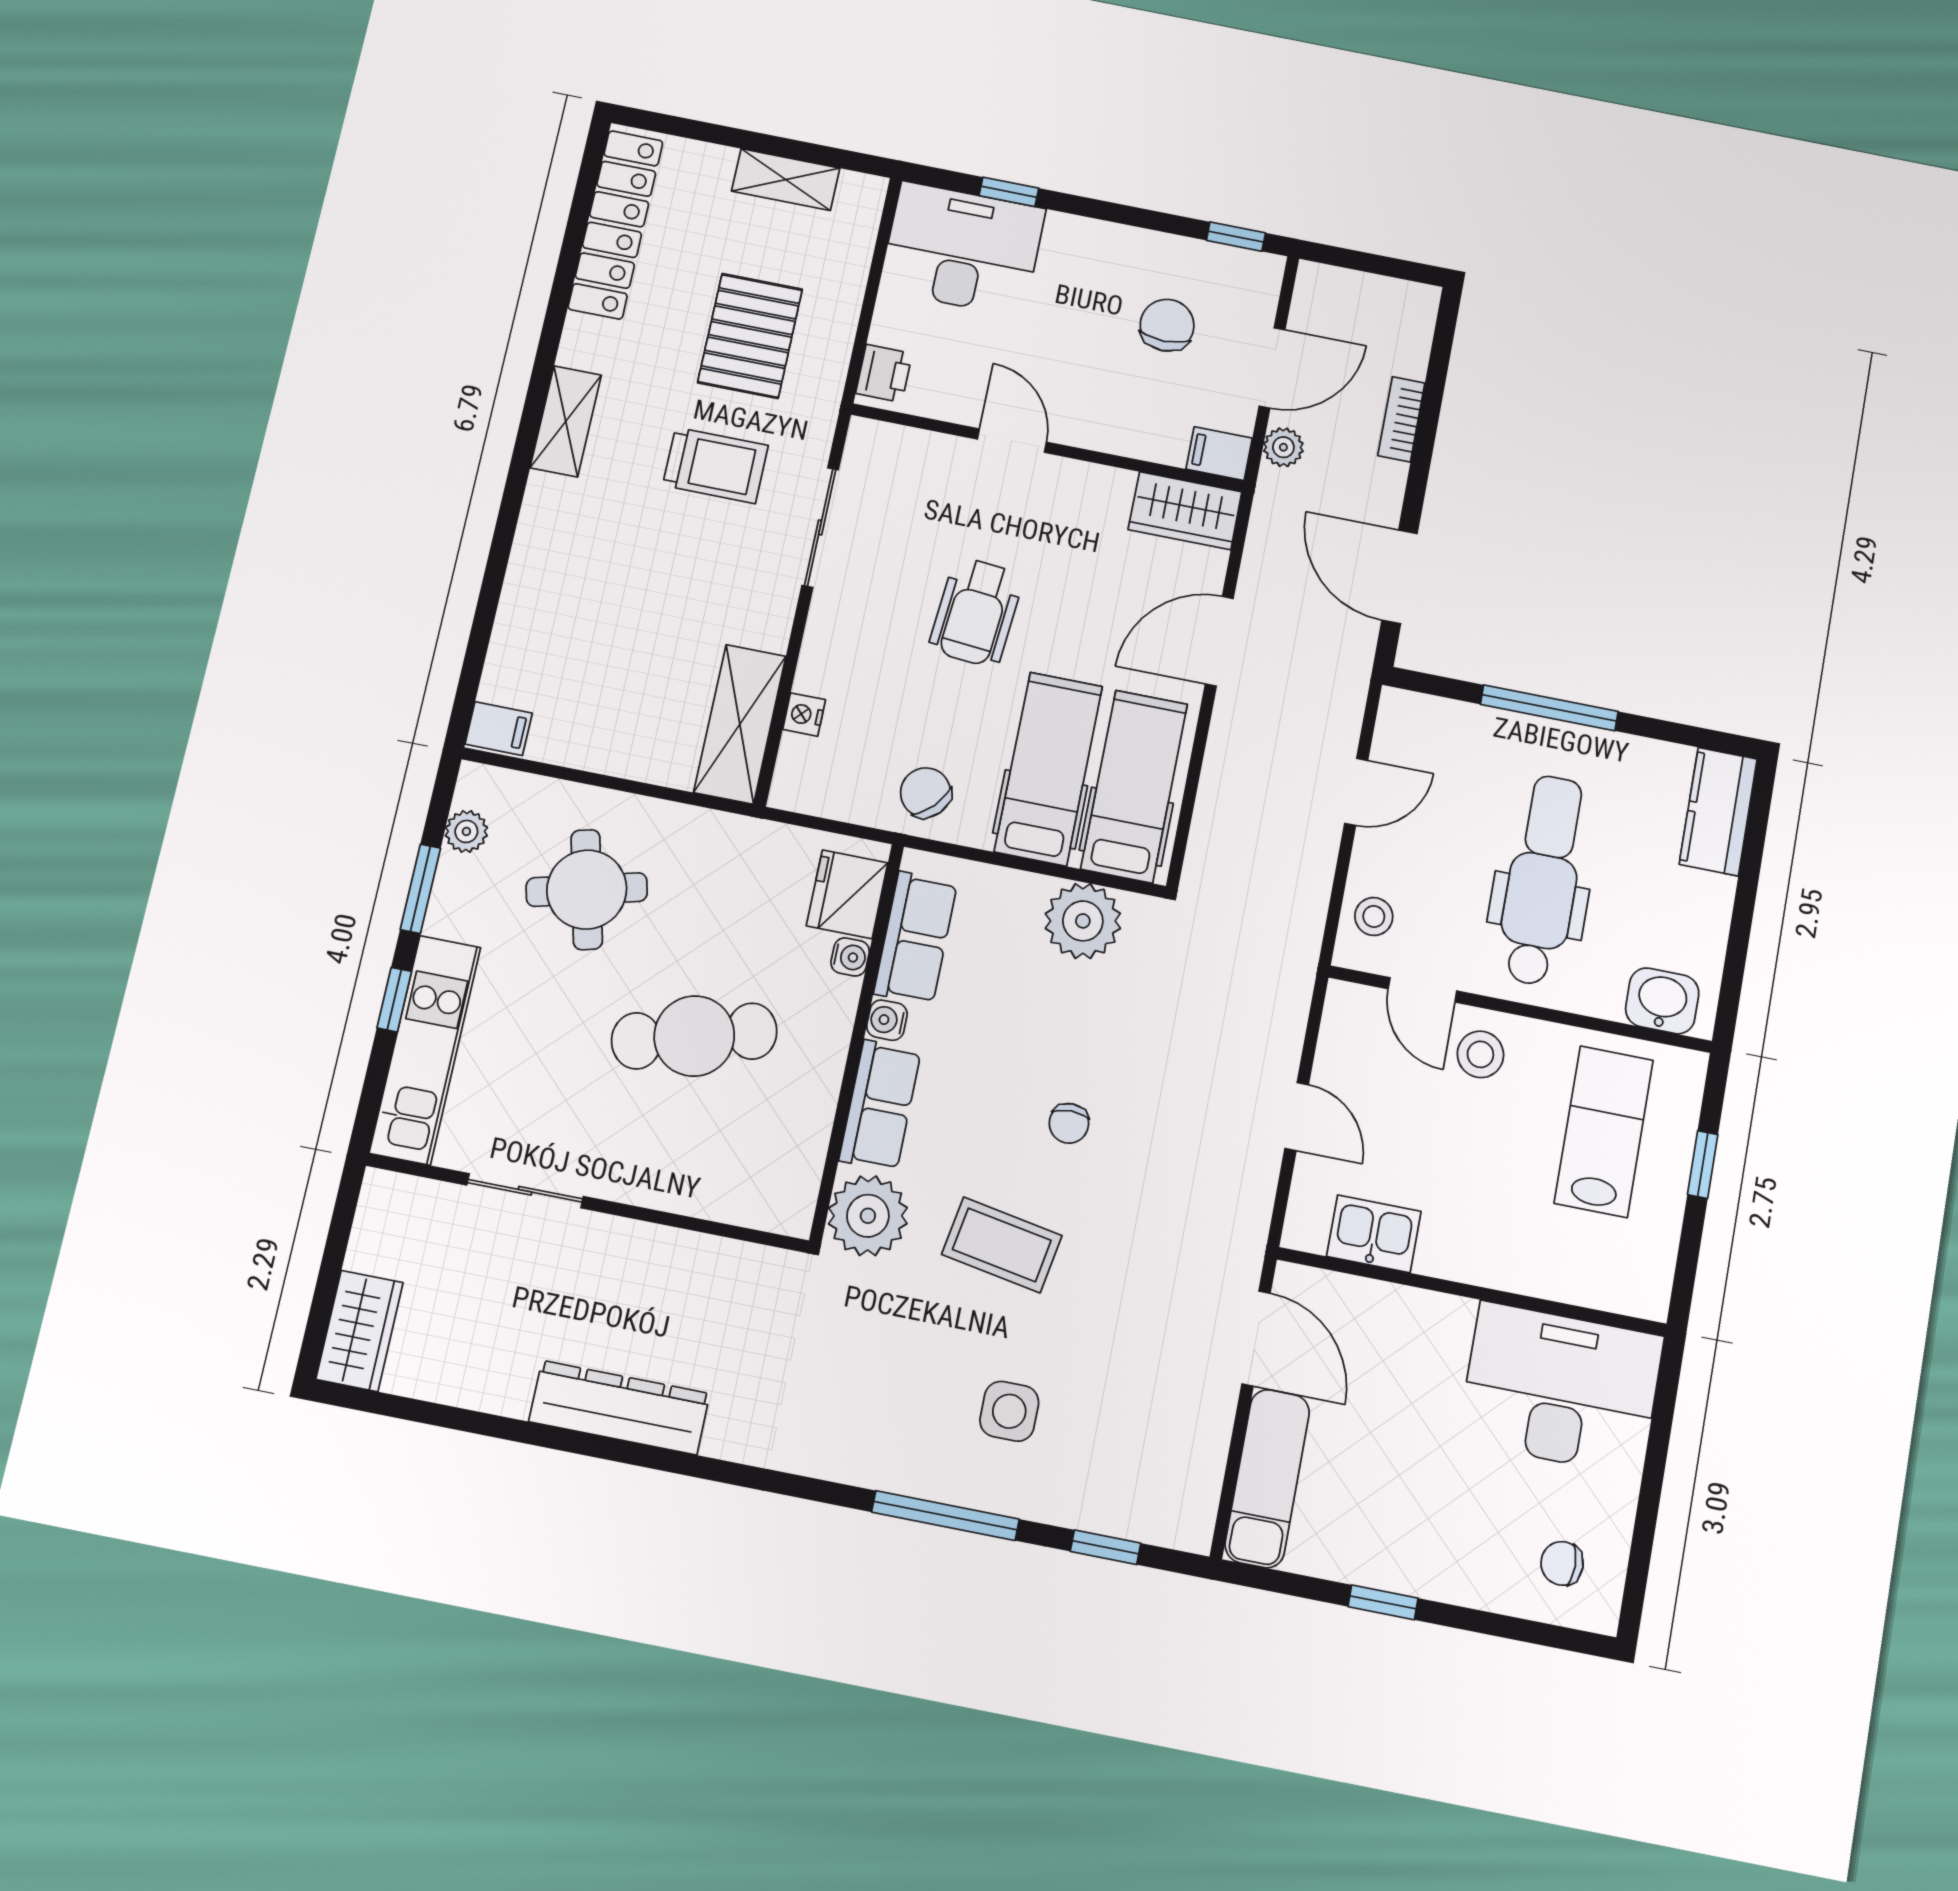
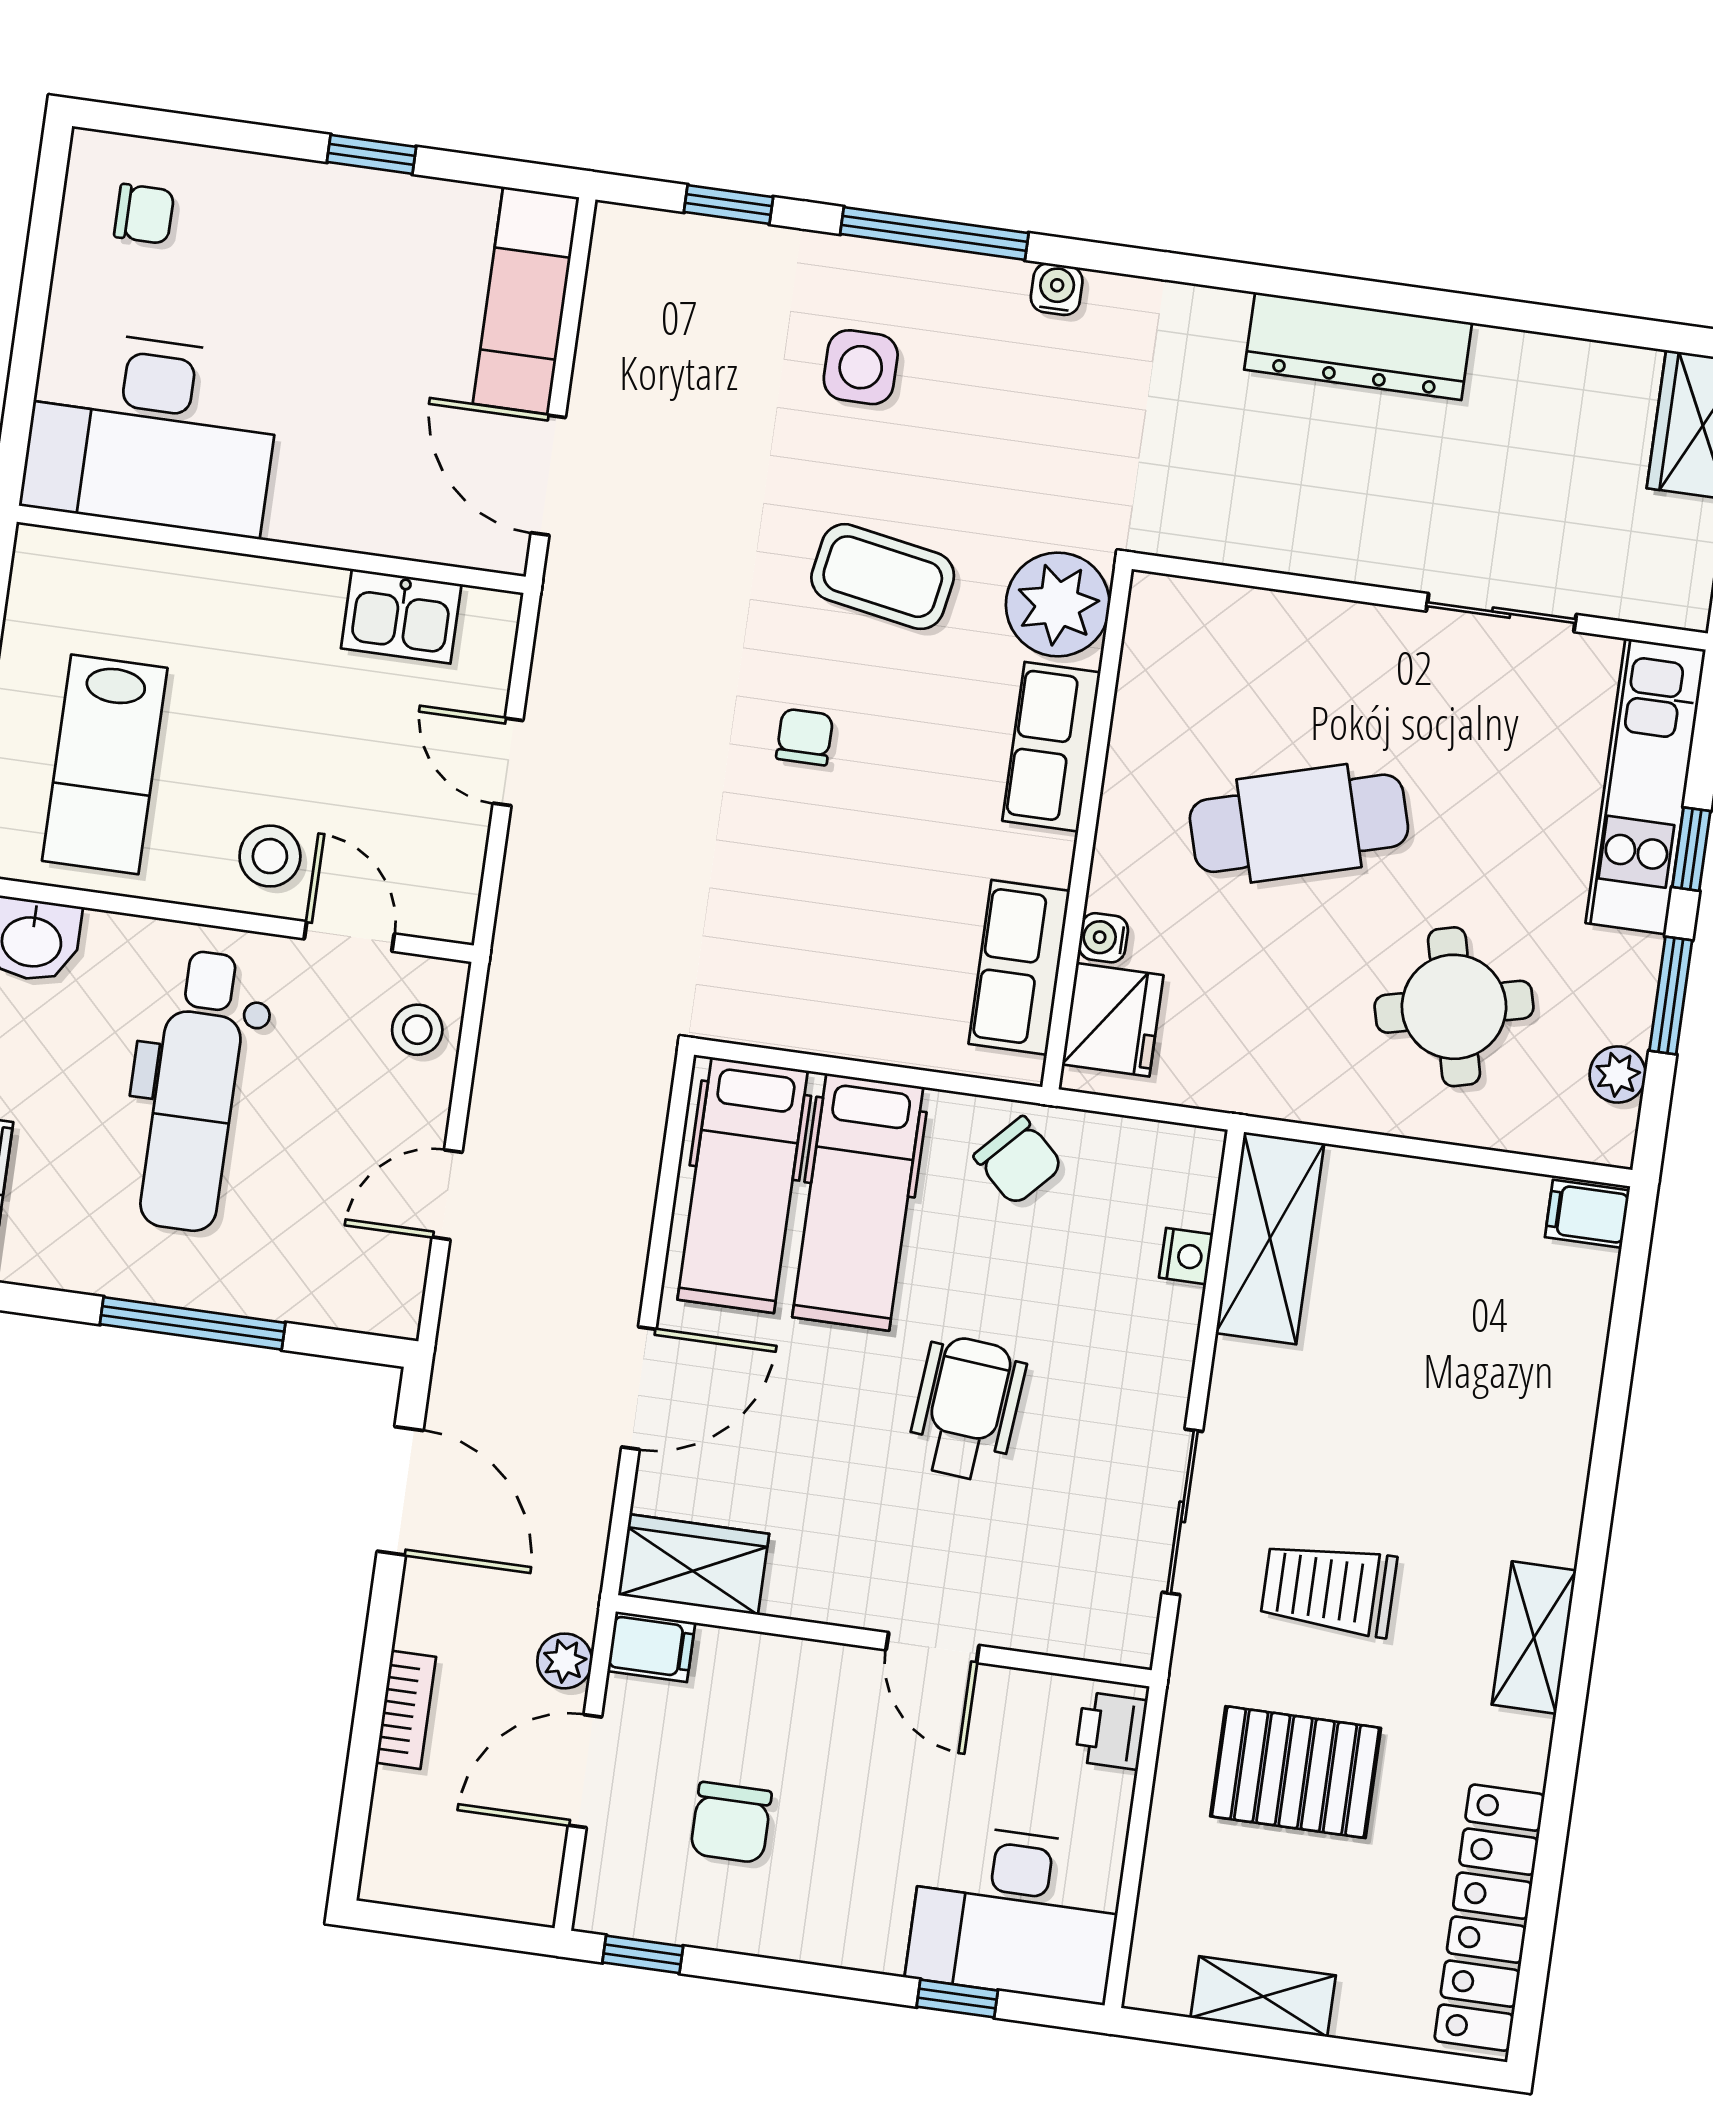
pallet: (750, 336) -> (1296, 1772), turned 90
plant: (1083, 921) -> (801, 1002), removed
water cooler: (887, 1020) -> (1057, 289), moved, turned -90

